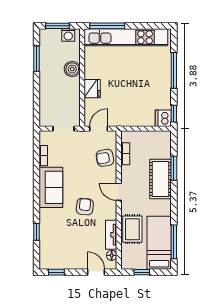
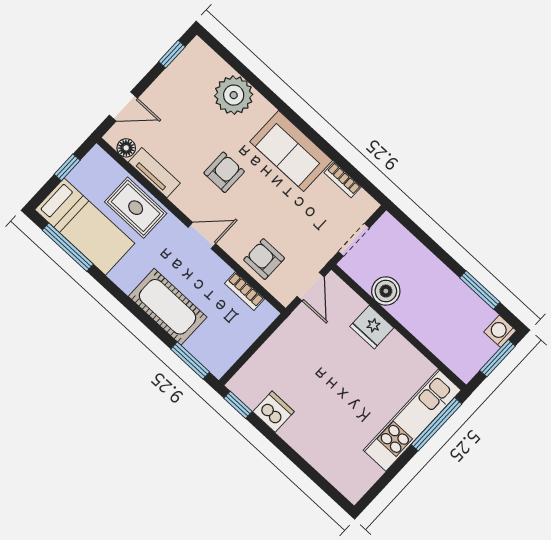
washing machine: (68, 35) -> (500, 331), moved
kitchen unit: (126, 37) -> (412, 420), width x0.73
boiler: (72, 69) -> (386, 291), moved
window: (174, 70) -> (295, 458), removed
dishwasher: (163, 118) -> (274, 412), moved
armchair: (105, 158) -> (264, 259), turned -80
window: (174, 168) -> (190, 361), moved
armchair: (85, 207) -> (224, 172), turned -96
window: (36, 232) -> (250, 77), removed
plant: (50, 232) -> (234, 95), added

